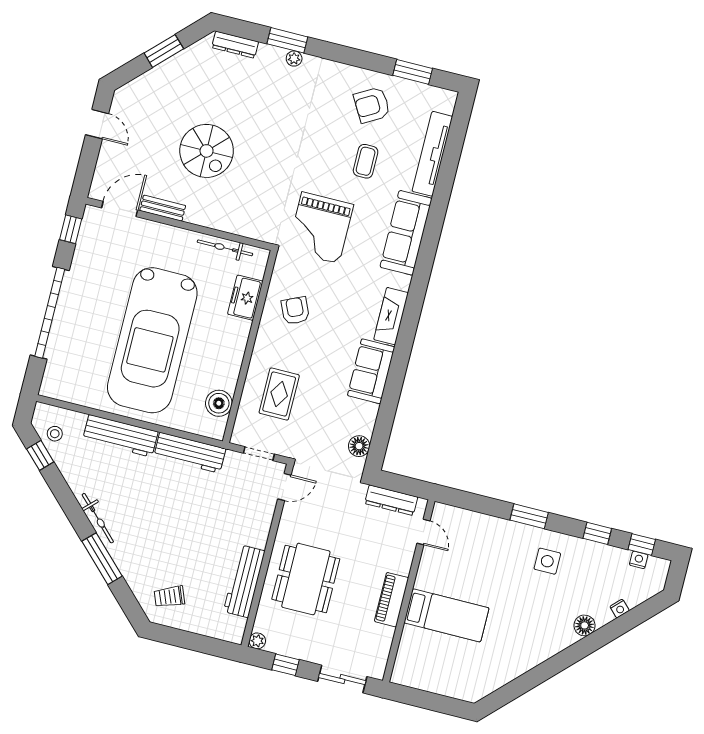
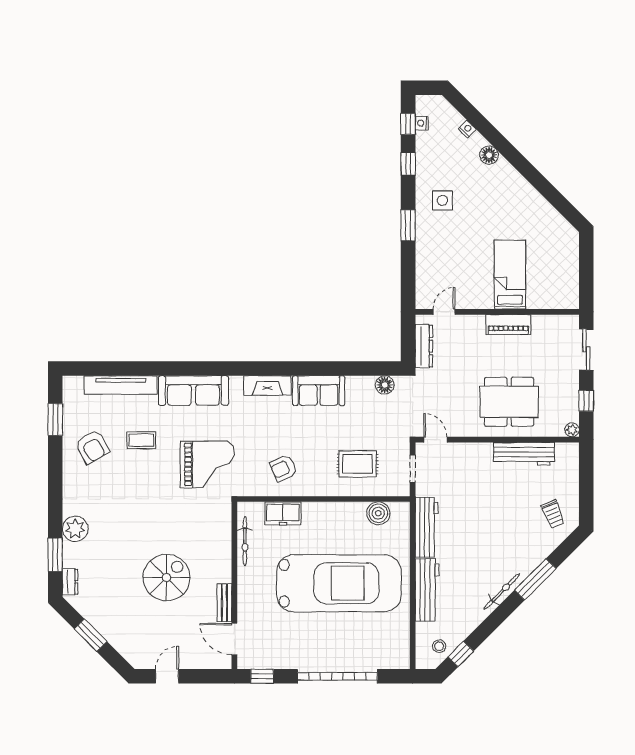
window: (287, 40) -> (55, 555), moved
dresser: (235, 45) -> (70, 582), width x0.70
plant: (294, 59) -> (75, 529), width x1.87, depth x1.87

